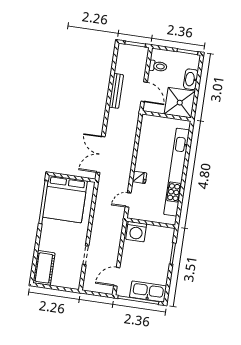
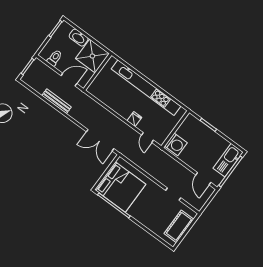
cot: (44, 268) -> (179, 226), moved, turned 90

